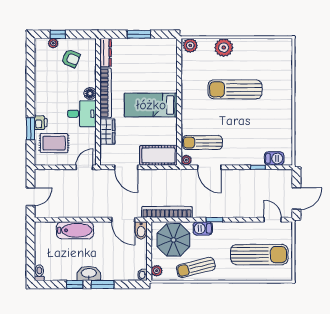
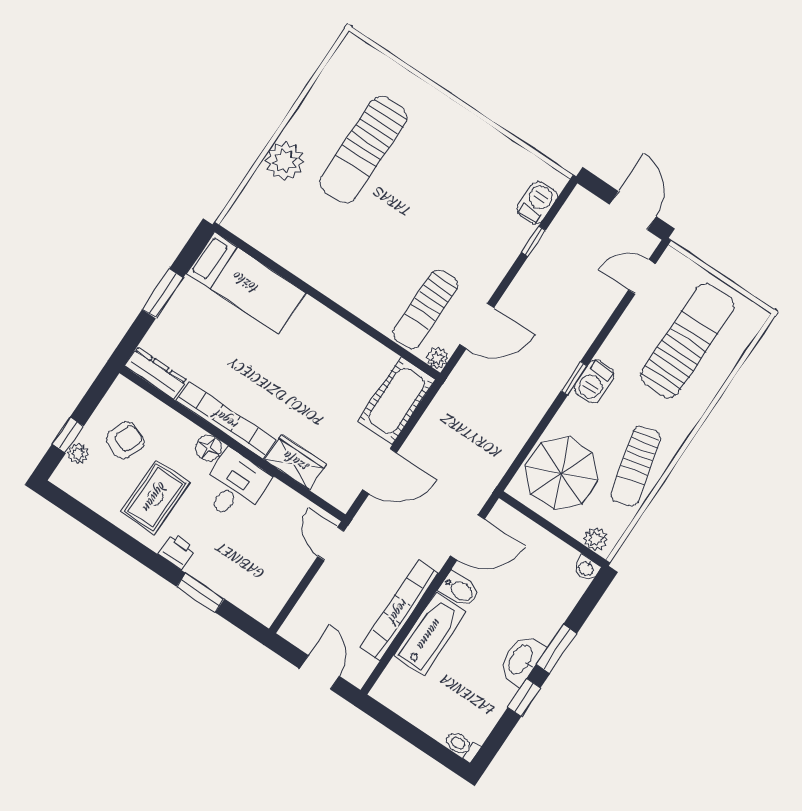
plant: (190, 45) -> (242, 217), removed
sun lounger: (235, 89) -> (364, 150), moved
bed: (151, 105) -> (246, 283), moved, turned -90
printer: (41, 123) -> (177, 551), moved
rug: (54, 143) -> (155, 497), moved
bookcase: (167, 212) -> (399, 611), moved
barbecue: (203, 228) -> (594, 381), moved
bidet: (141, 230) -> (460, 590), moved

